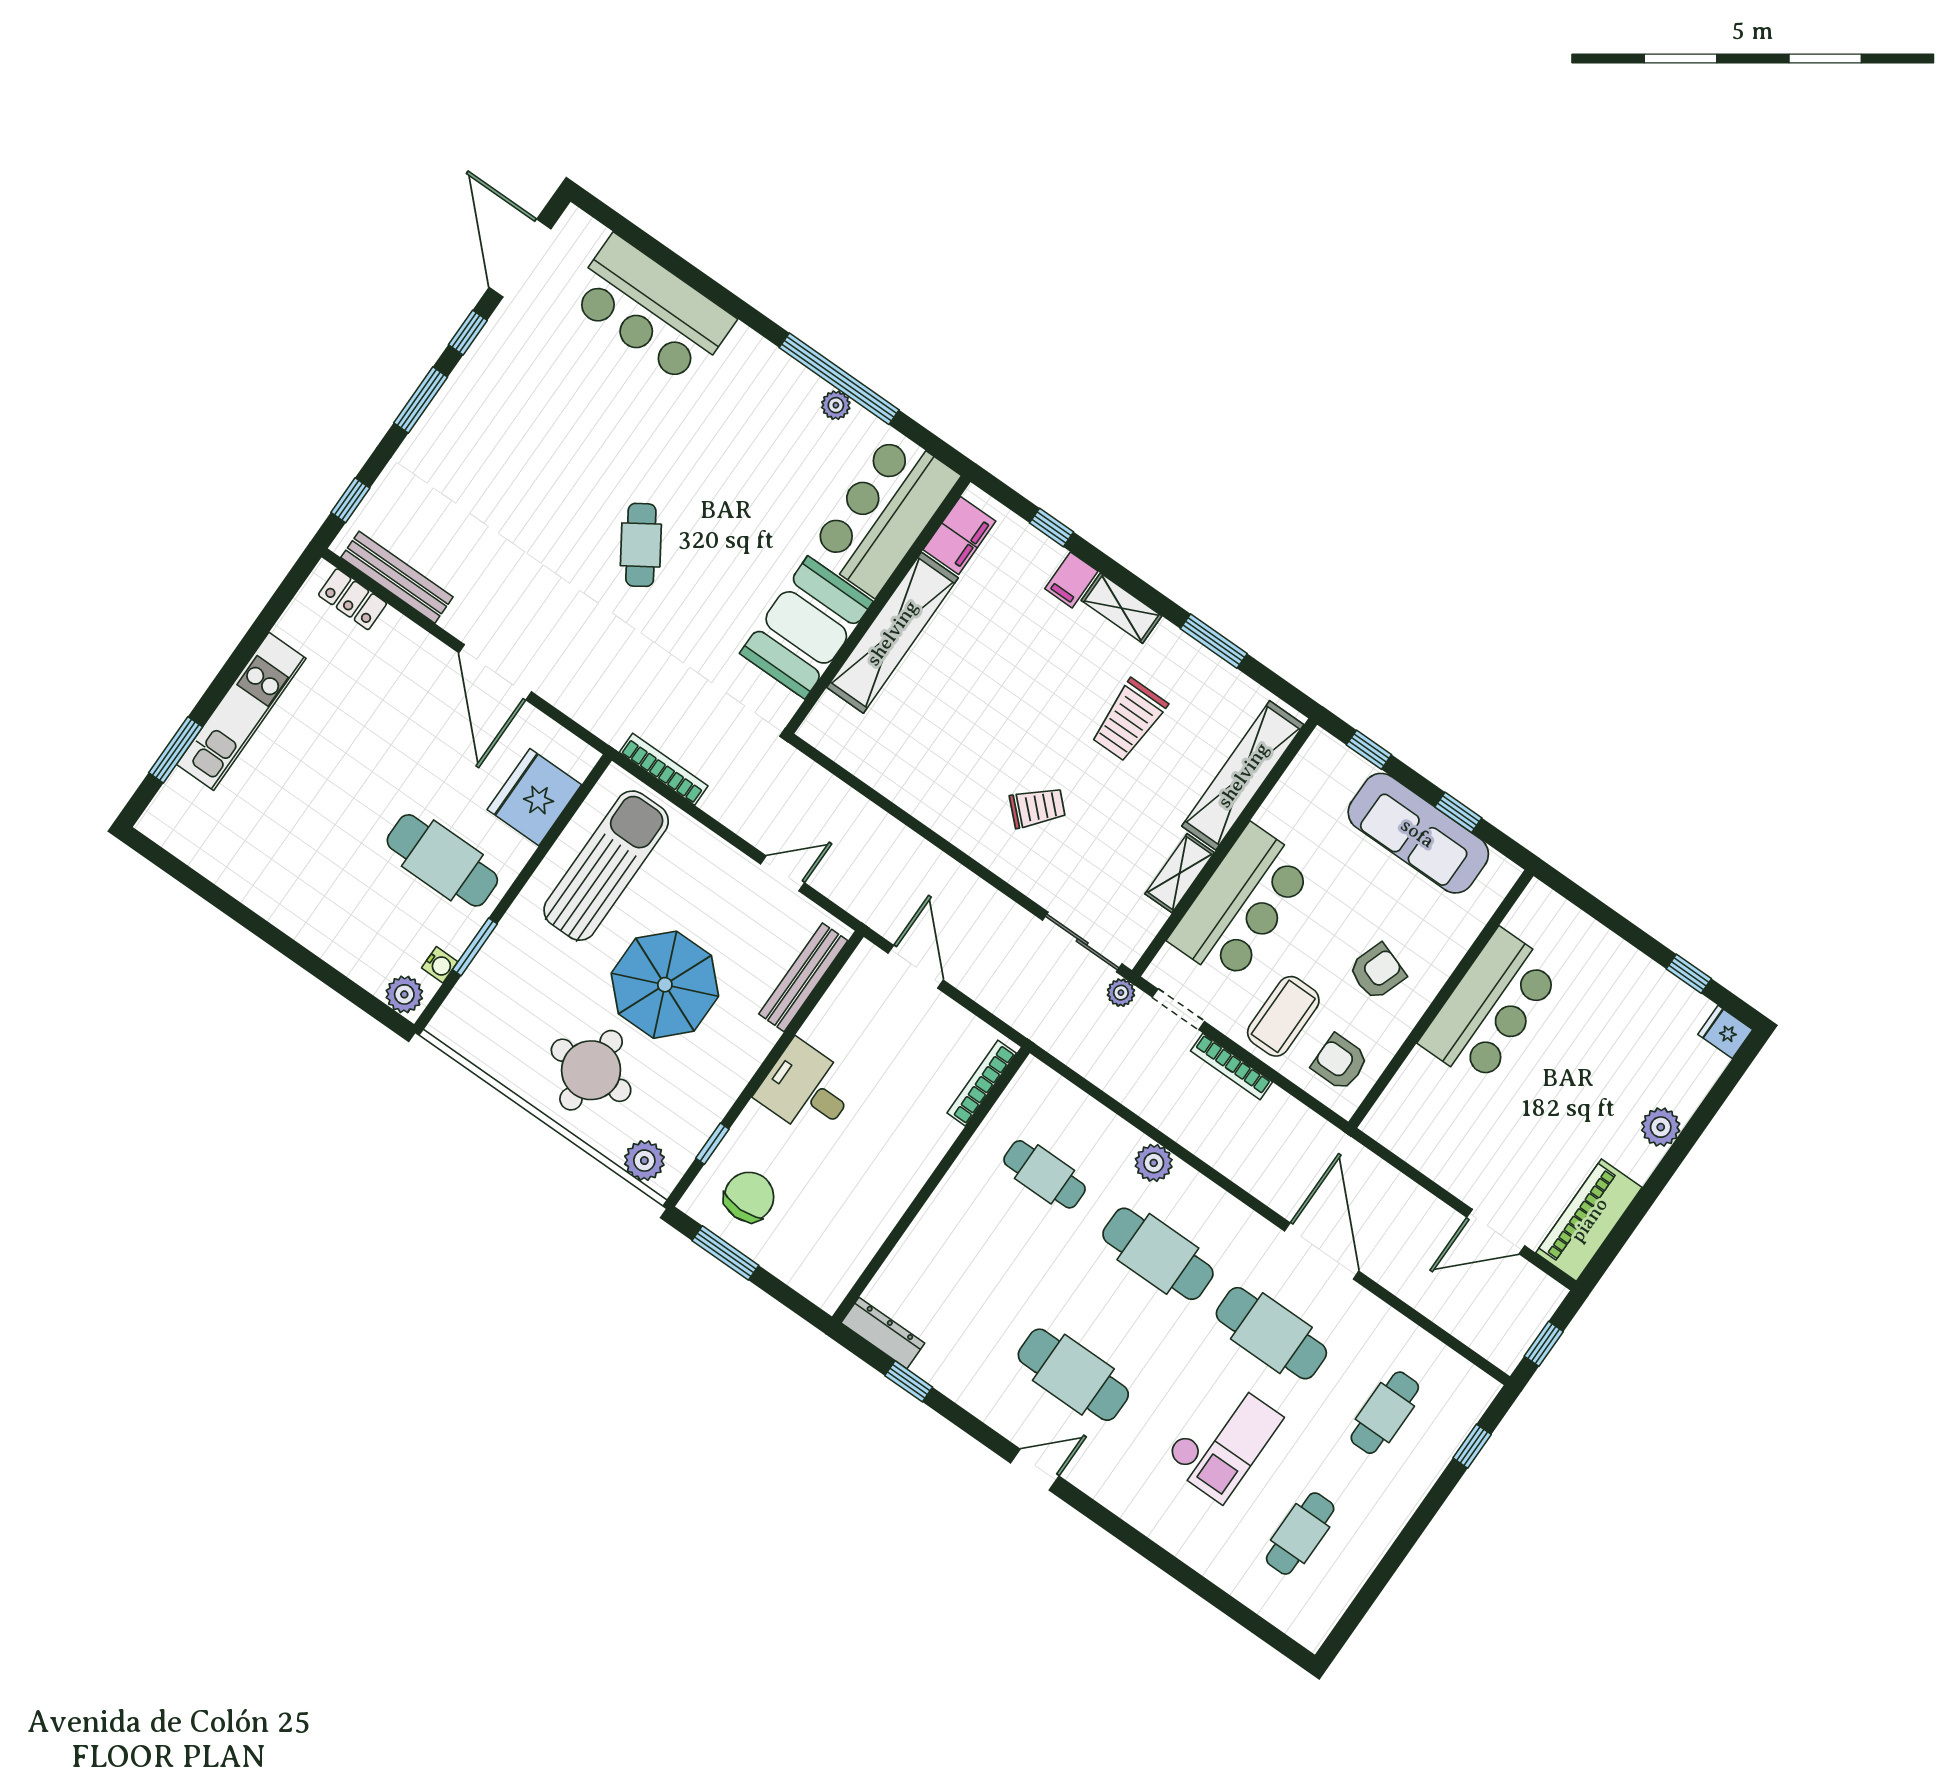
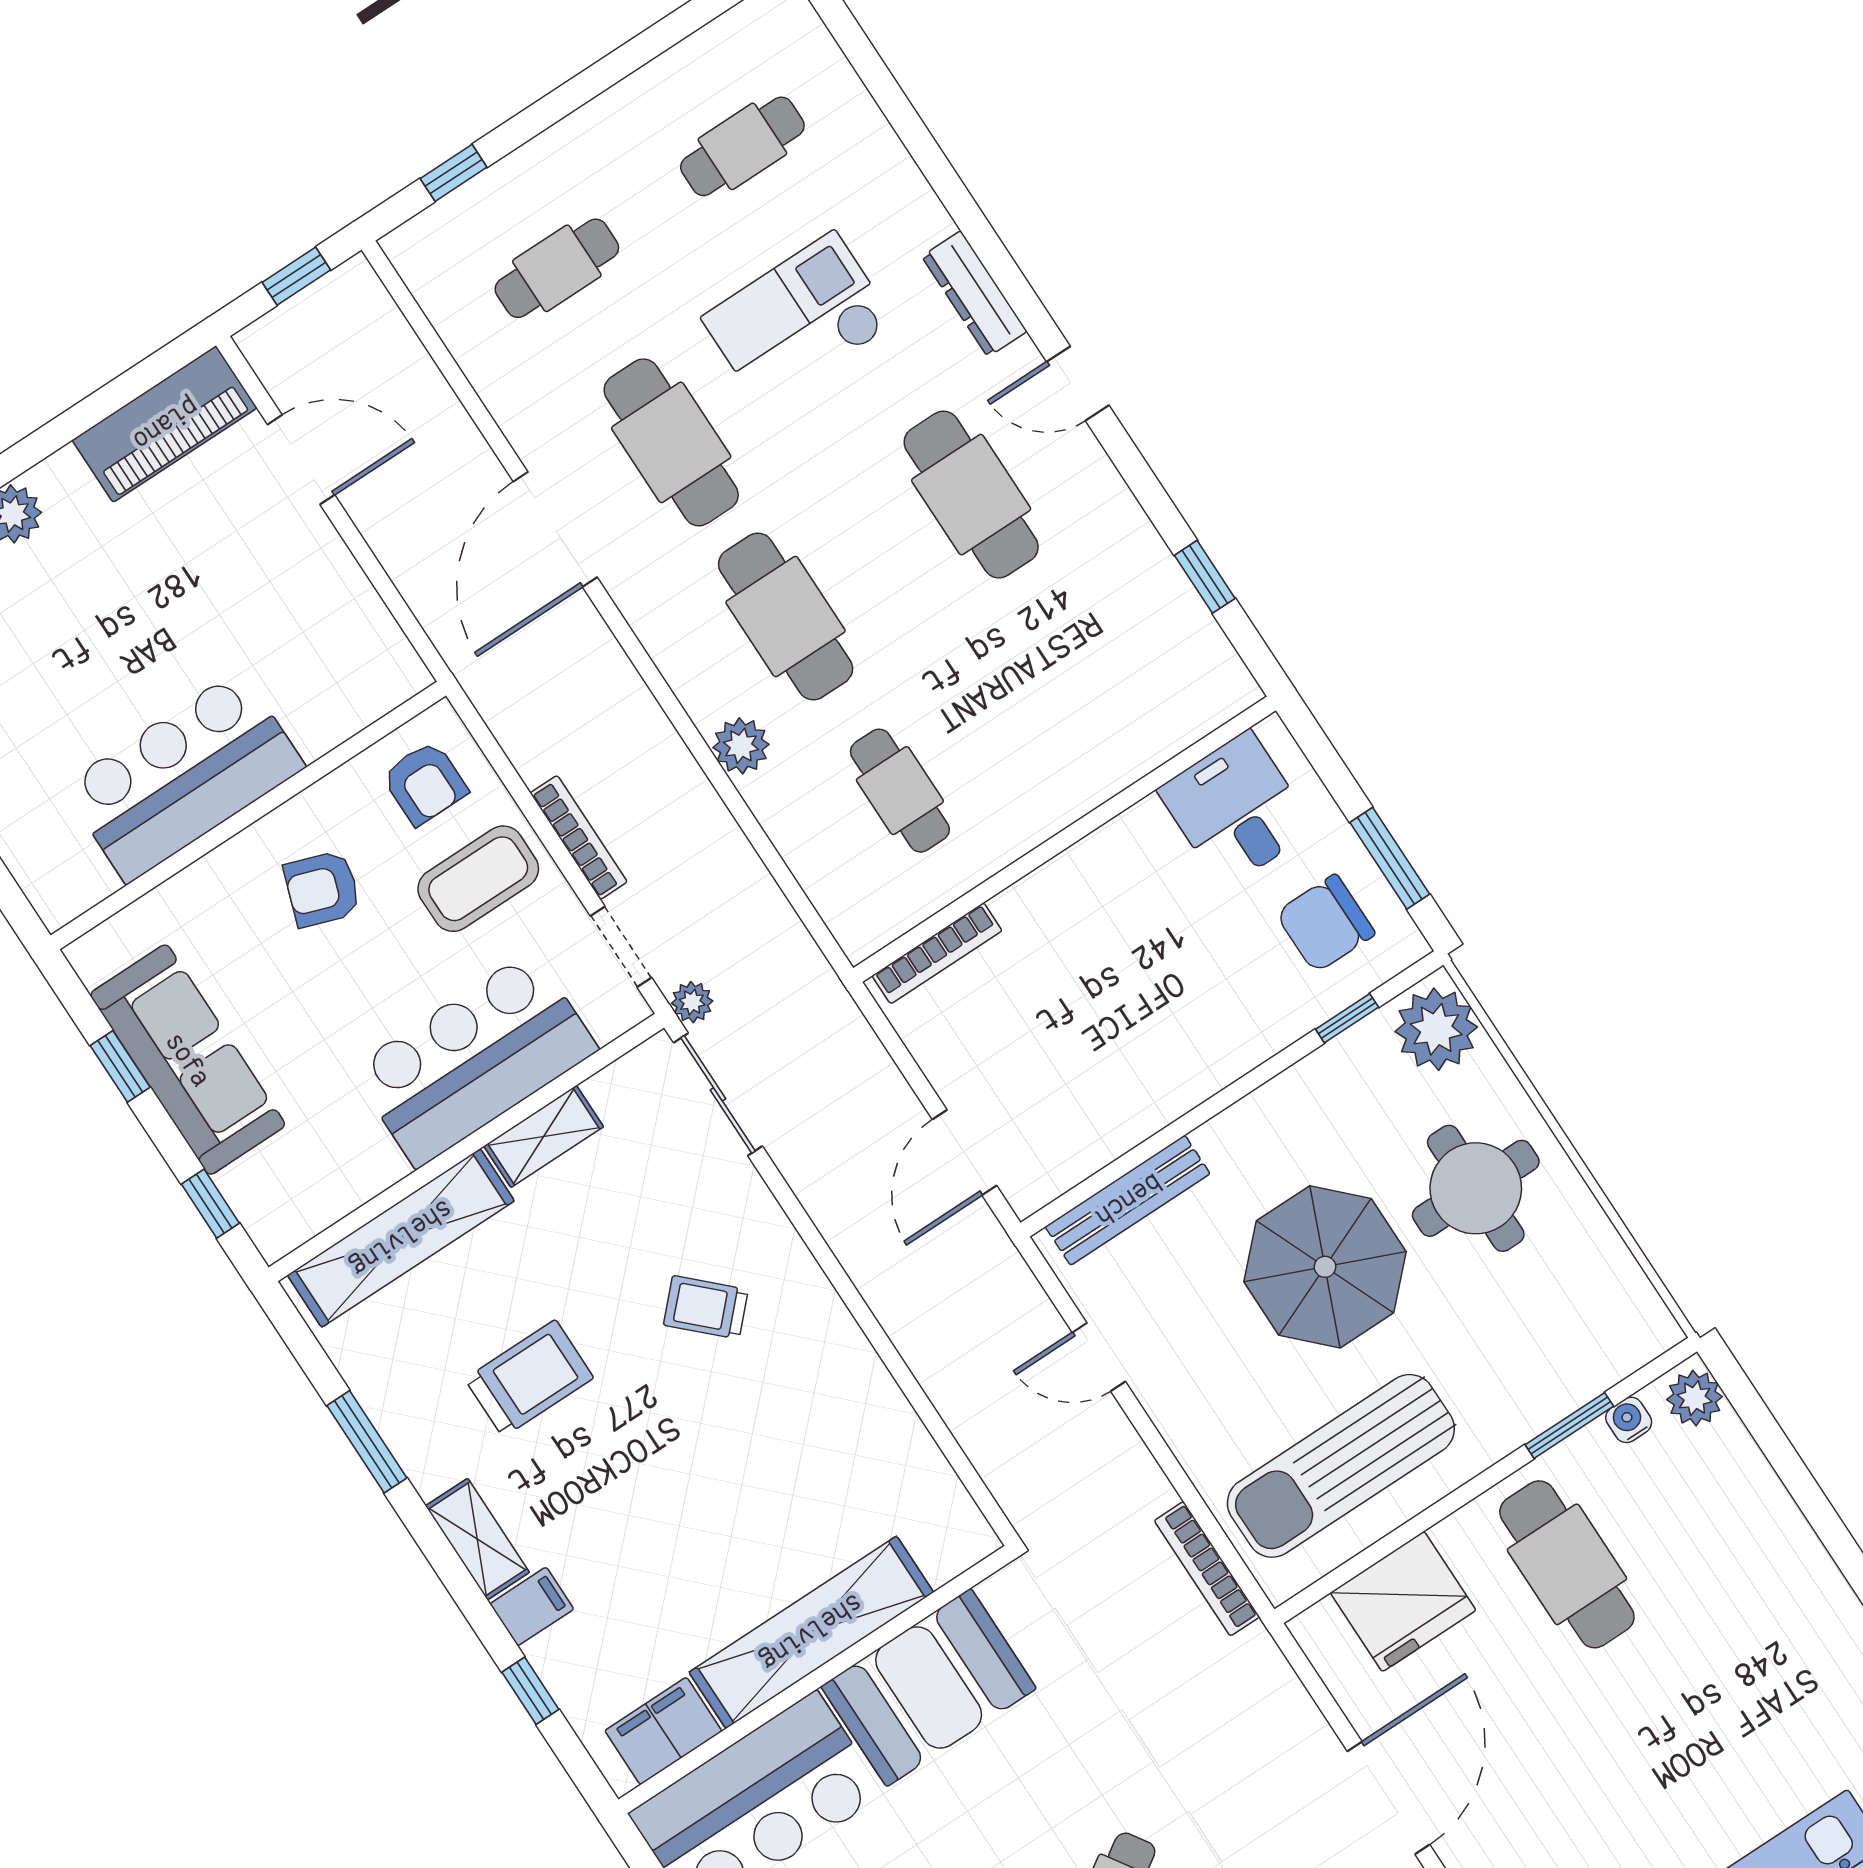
desk: (807, 1089) -> (1236, 810), moved, turned 180
plant: (644, 1161) -> (1436, 1029), width x1.36, depth x1.36
dresser: (883, 1333) -> (974, 294), moved

